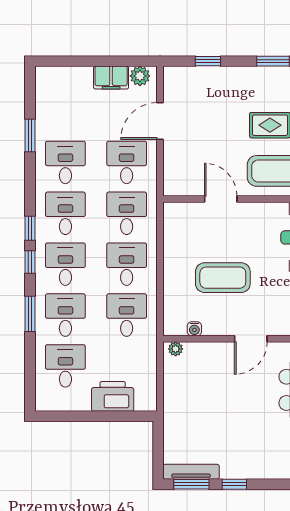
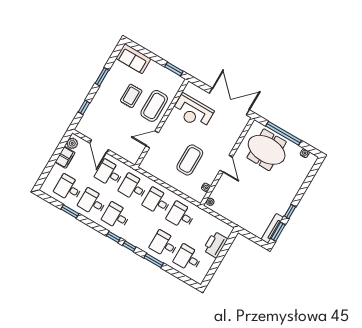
desk: (65, 264) -> (68, 188), moved

